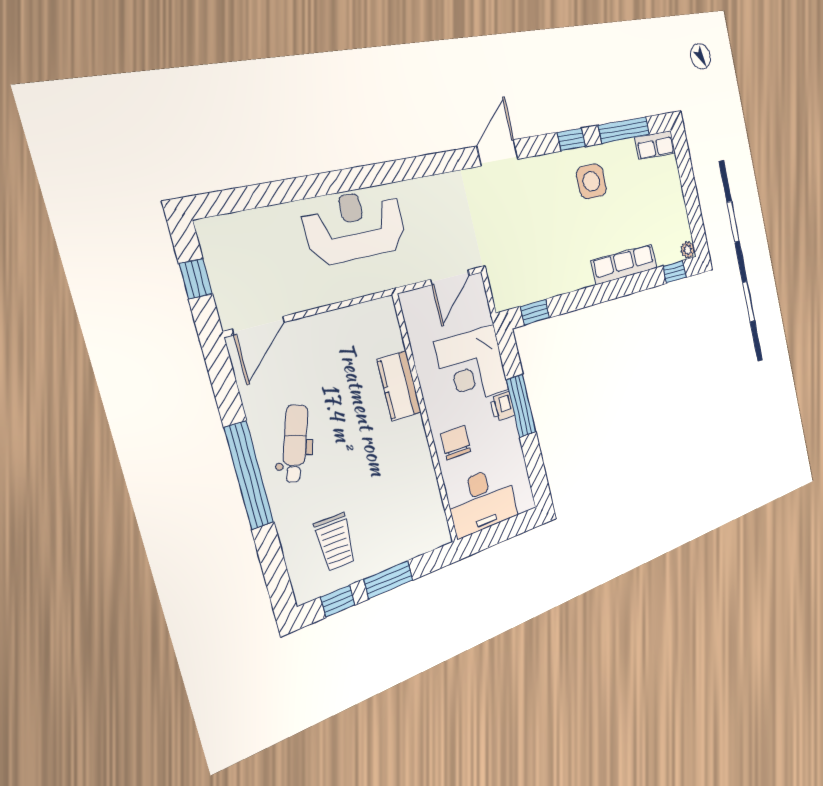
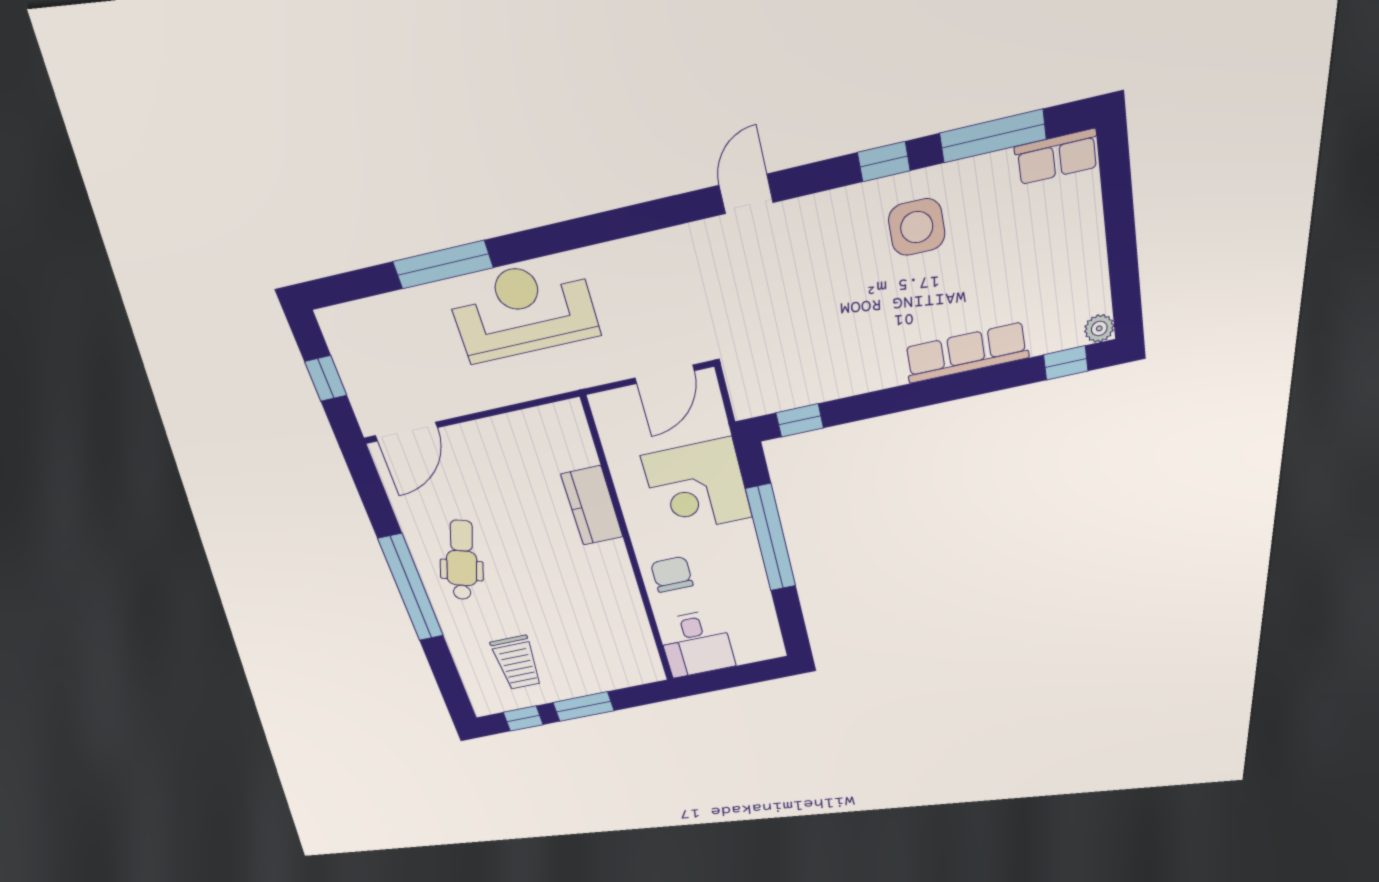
door: (498, 153) -> (746, 194), width x0.73
window: (299, 189) -> (443, 265), added
window: (521, 406) -> (771, 538), width x1.46
printer: (502, 407) -> (741, 537), removed
desk: (482, 501) -> (696, 644), width x0.73

